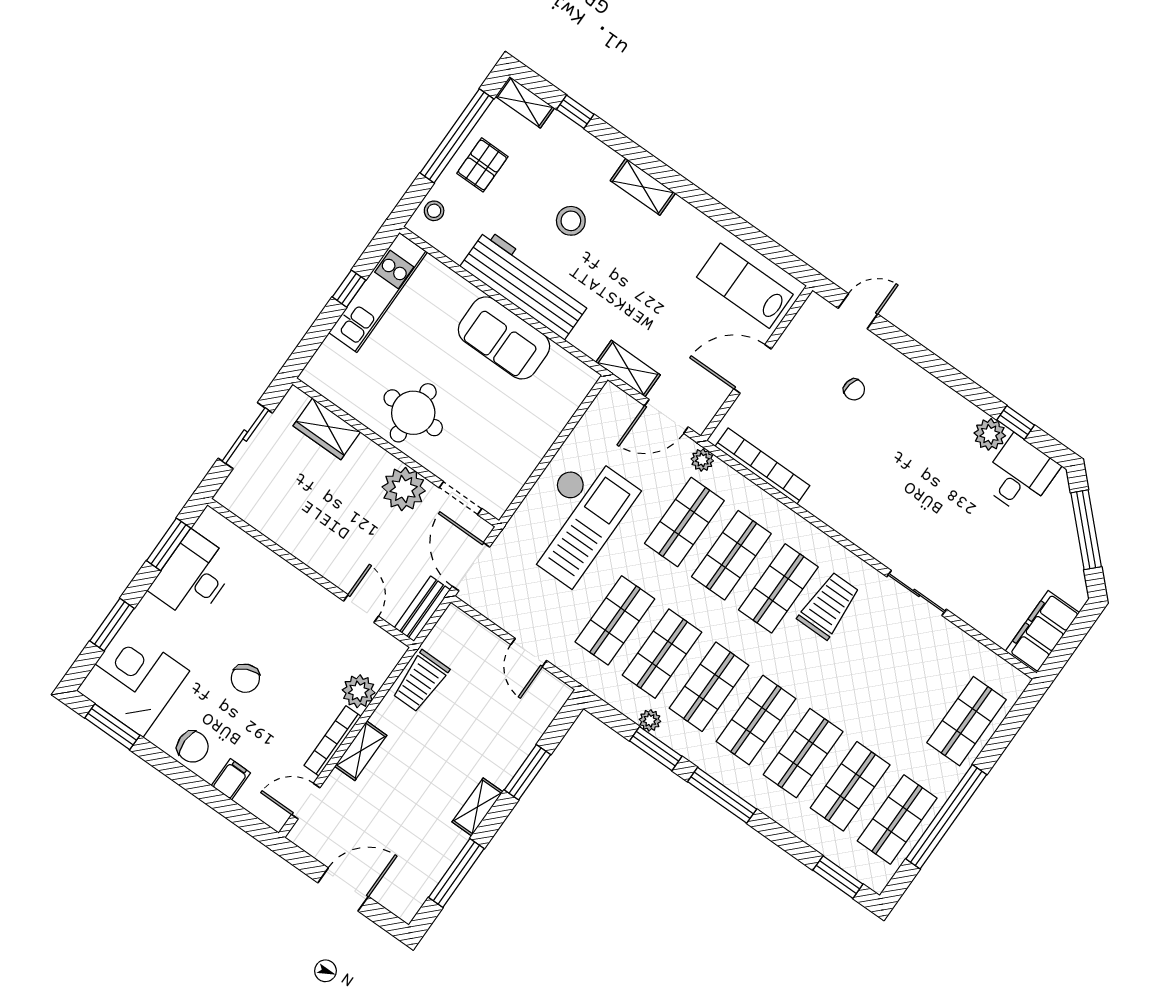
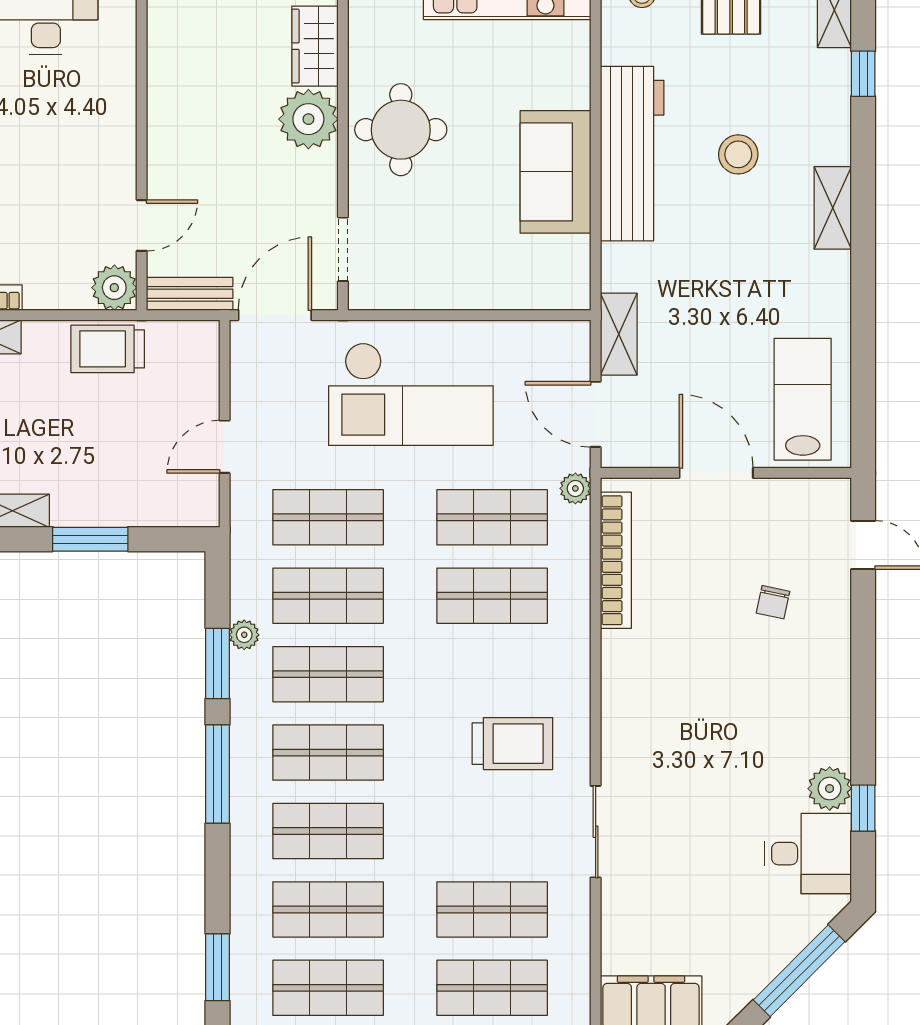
plant: (404, 489) -> (308, 119), moved
shop shelf: (778, 588) -> (492, 909), moved
plant: (359, 691) -> (114, 288), moved

